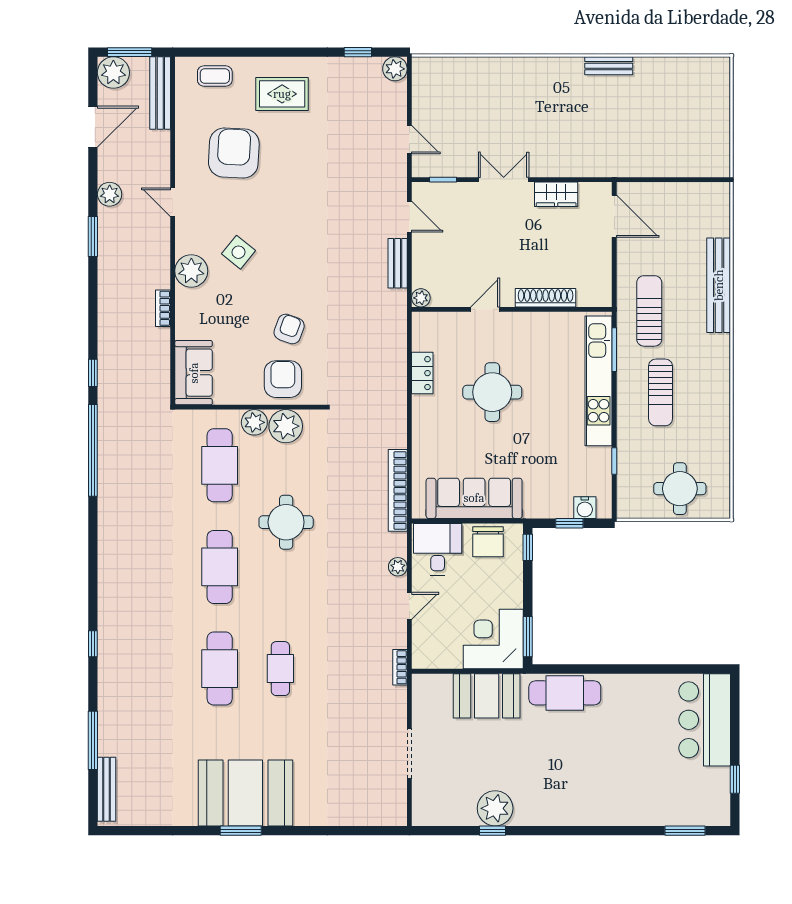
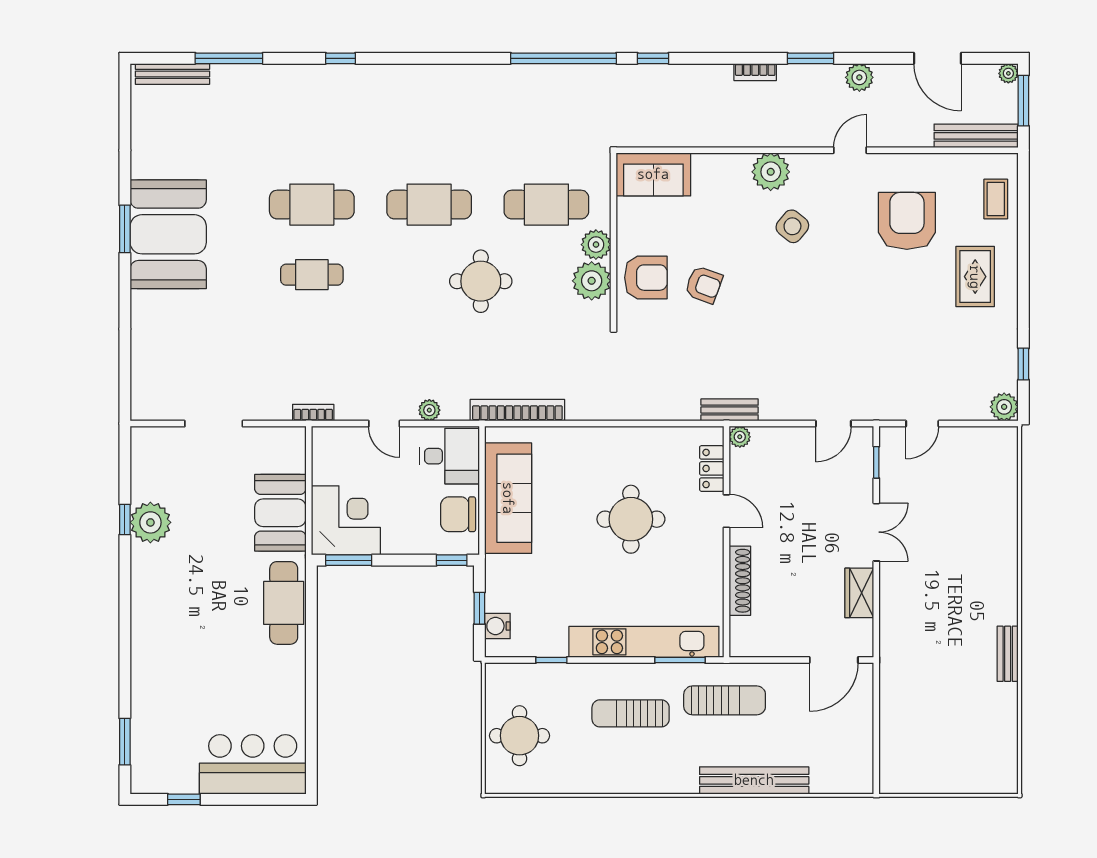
plant: (113, 73) -> (1008, 73), width x0.53, depth x0.53
armchair: (234, 153) -> (907, 221), turned -93
bench: (398, 263) -> (730, 410), moved
bookcase: (163, 308) -> (755, 72), moved, turned 180
locker: (422, 373) -> (712, 468), moved, turned 90

